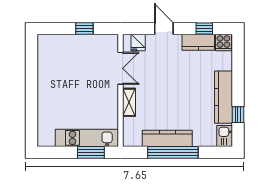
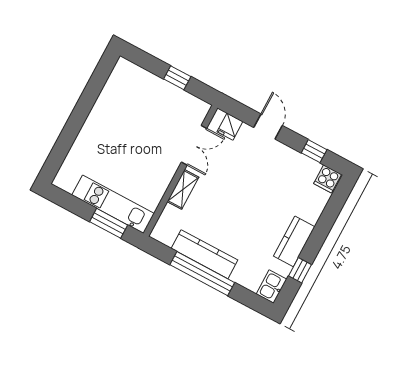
kitchen counter: (198, 42) -> (299, 163), removed
kitchen counter: (224, 97) -> (294, 241), width x0.67

